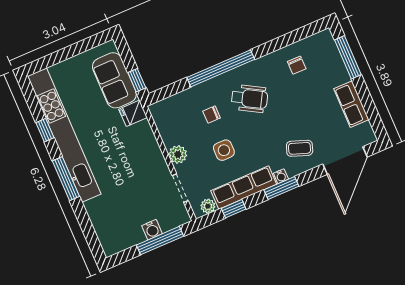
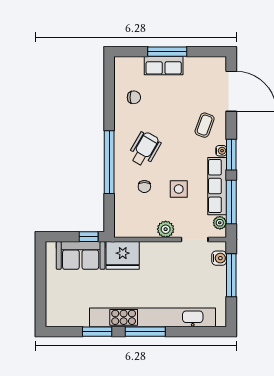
window: (348, 57) -> (167, 52), moved
row of seats: (351, 104) -> (164, 66), moved
fridge: (133, 113) -> (123, 255), width x1.88, depth x1.34
window: (45, 130) -> (97, 332), width x1.50
kitchen unit: (64, 135) -> (152, 317), moved
window: (234, 209) -> (231, 202), width x2.17
water cooler: (152, 230) -> (219, 258), moved

